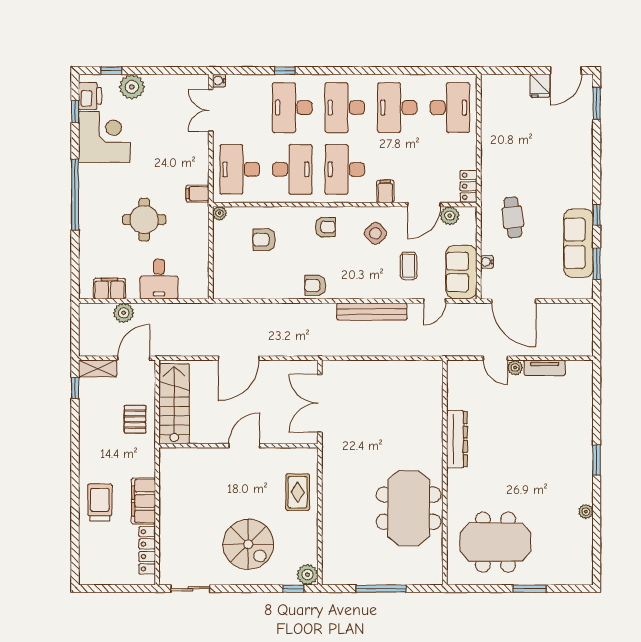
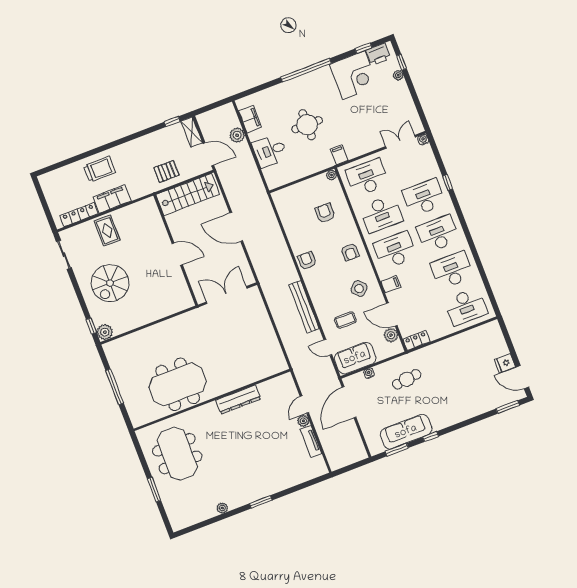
plant: (132, 87) -> (398, 75), width x0.53, depth x0.53
rug: (298, 492) -> (107, 231), moved, turned 90

